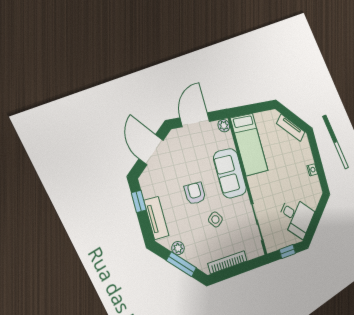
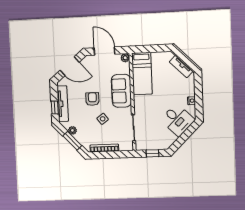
door: (195, 120) -> (104, 51), hinge flipped
door: (151, 150) -> (70, 66), swing flipped
window: (139, 201) -> (55, 107), moved
desk: (296, 217) -> (177, 120), moved
tv unit: (156, 218) -> (63, 104), width x1.41

